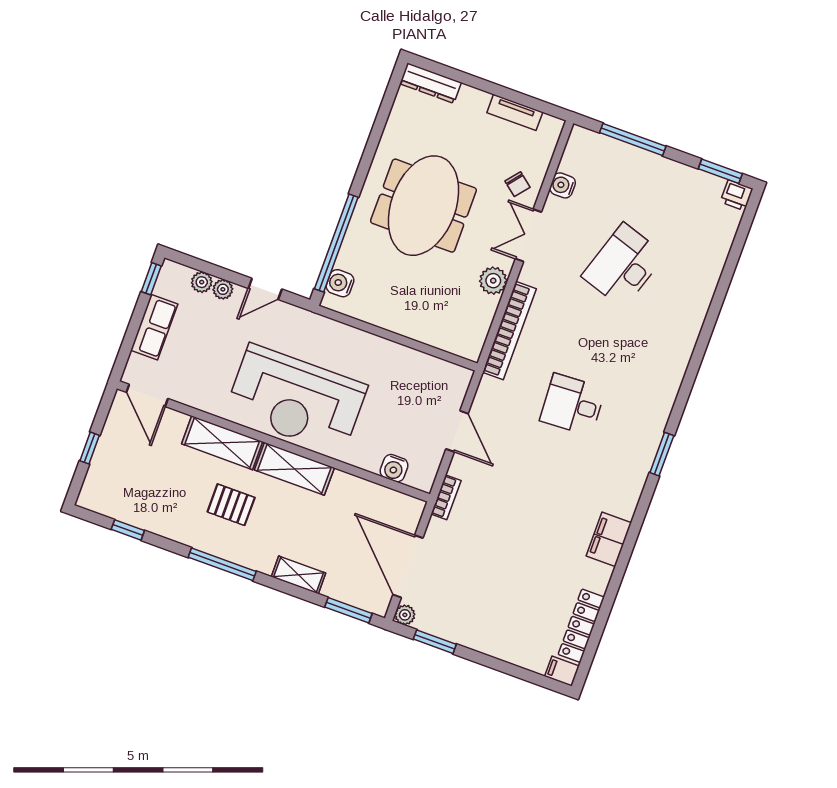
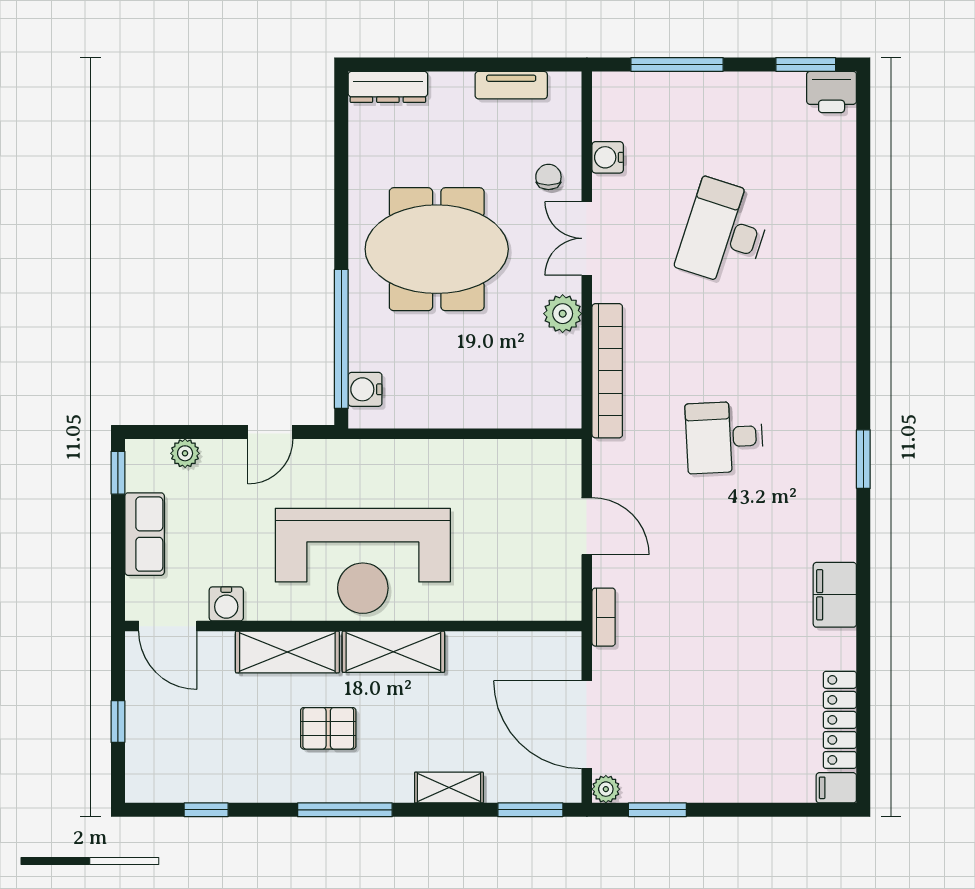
chair: (517, 184) -> (548, 177), turned -129
printer: (737, 195) -> (832, 92), width x1.36, depth x1.24
meeting table: (423, 206) -> (437, 249), turned 90
plant: (223, 289) -> (216, 453), removed
water cooler: (394, 468) -> (226, 604), moved

